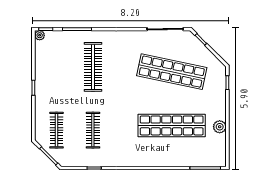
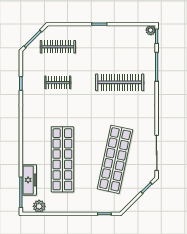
plant: (220, 127) -> (39, 206), moved
clothes rail: (93, 130) -> (58, 82), width x0.73
freezer: (193, 159) -> (29, 180), added

